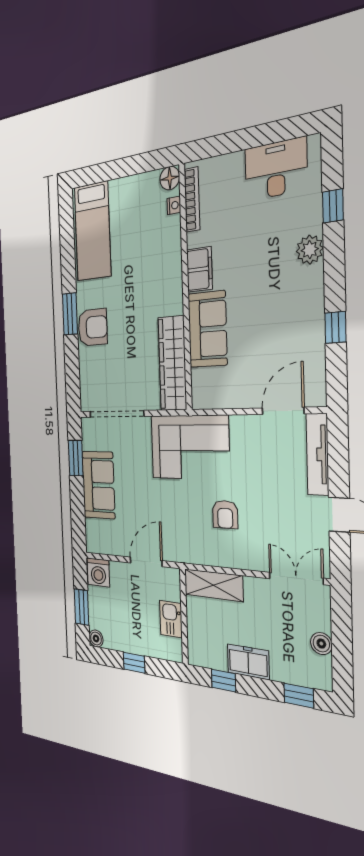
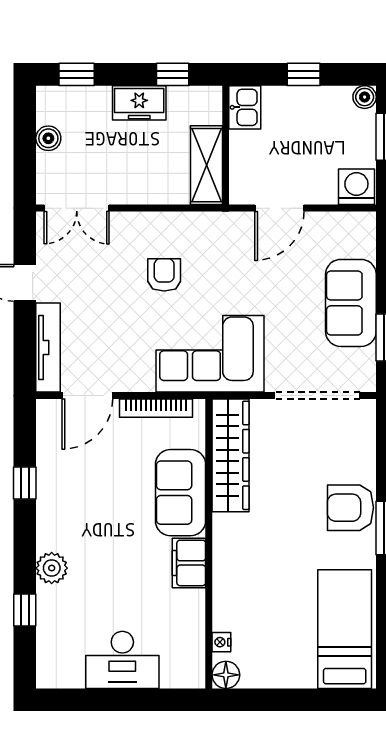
desk: (276, 169) -> (122, 660), moved
bookcase: (192, 200) -> (156, 408), moved, turned -90
shelving: (213, 585) -> (206, 165), moved, turned 90
kitchen sink: (171, 619) -> (245, 107), moved

